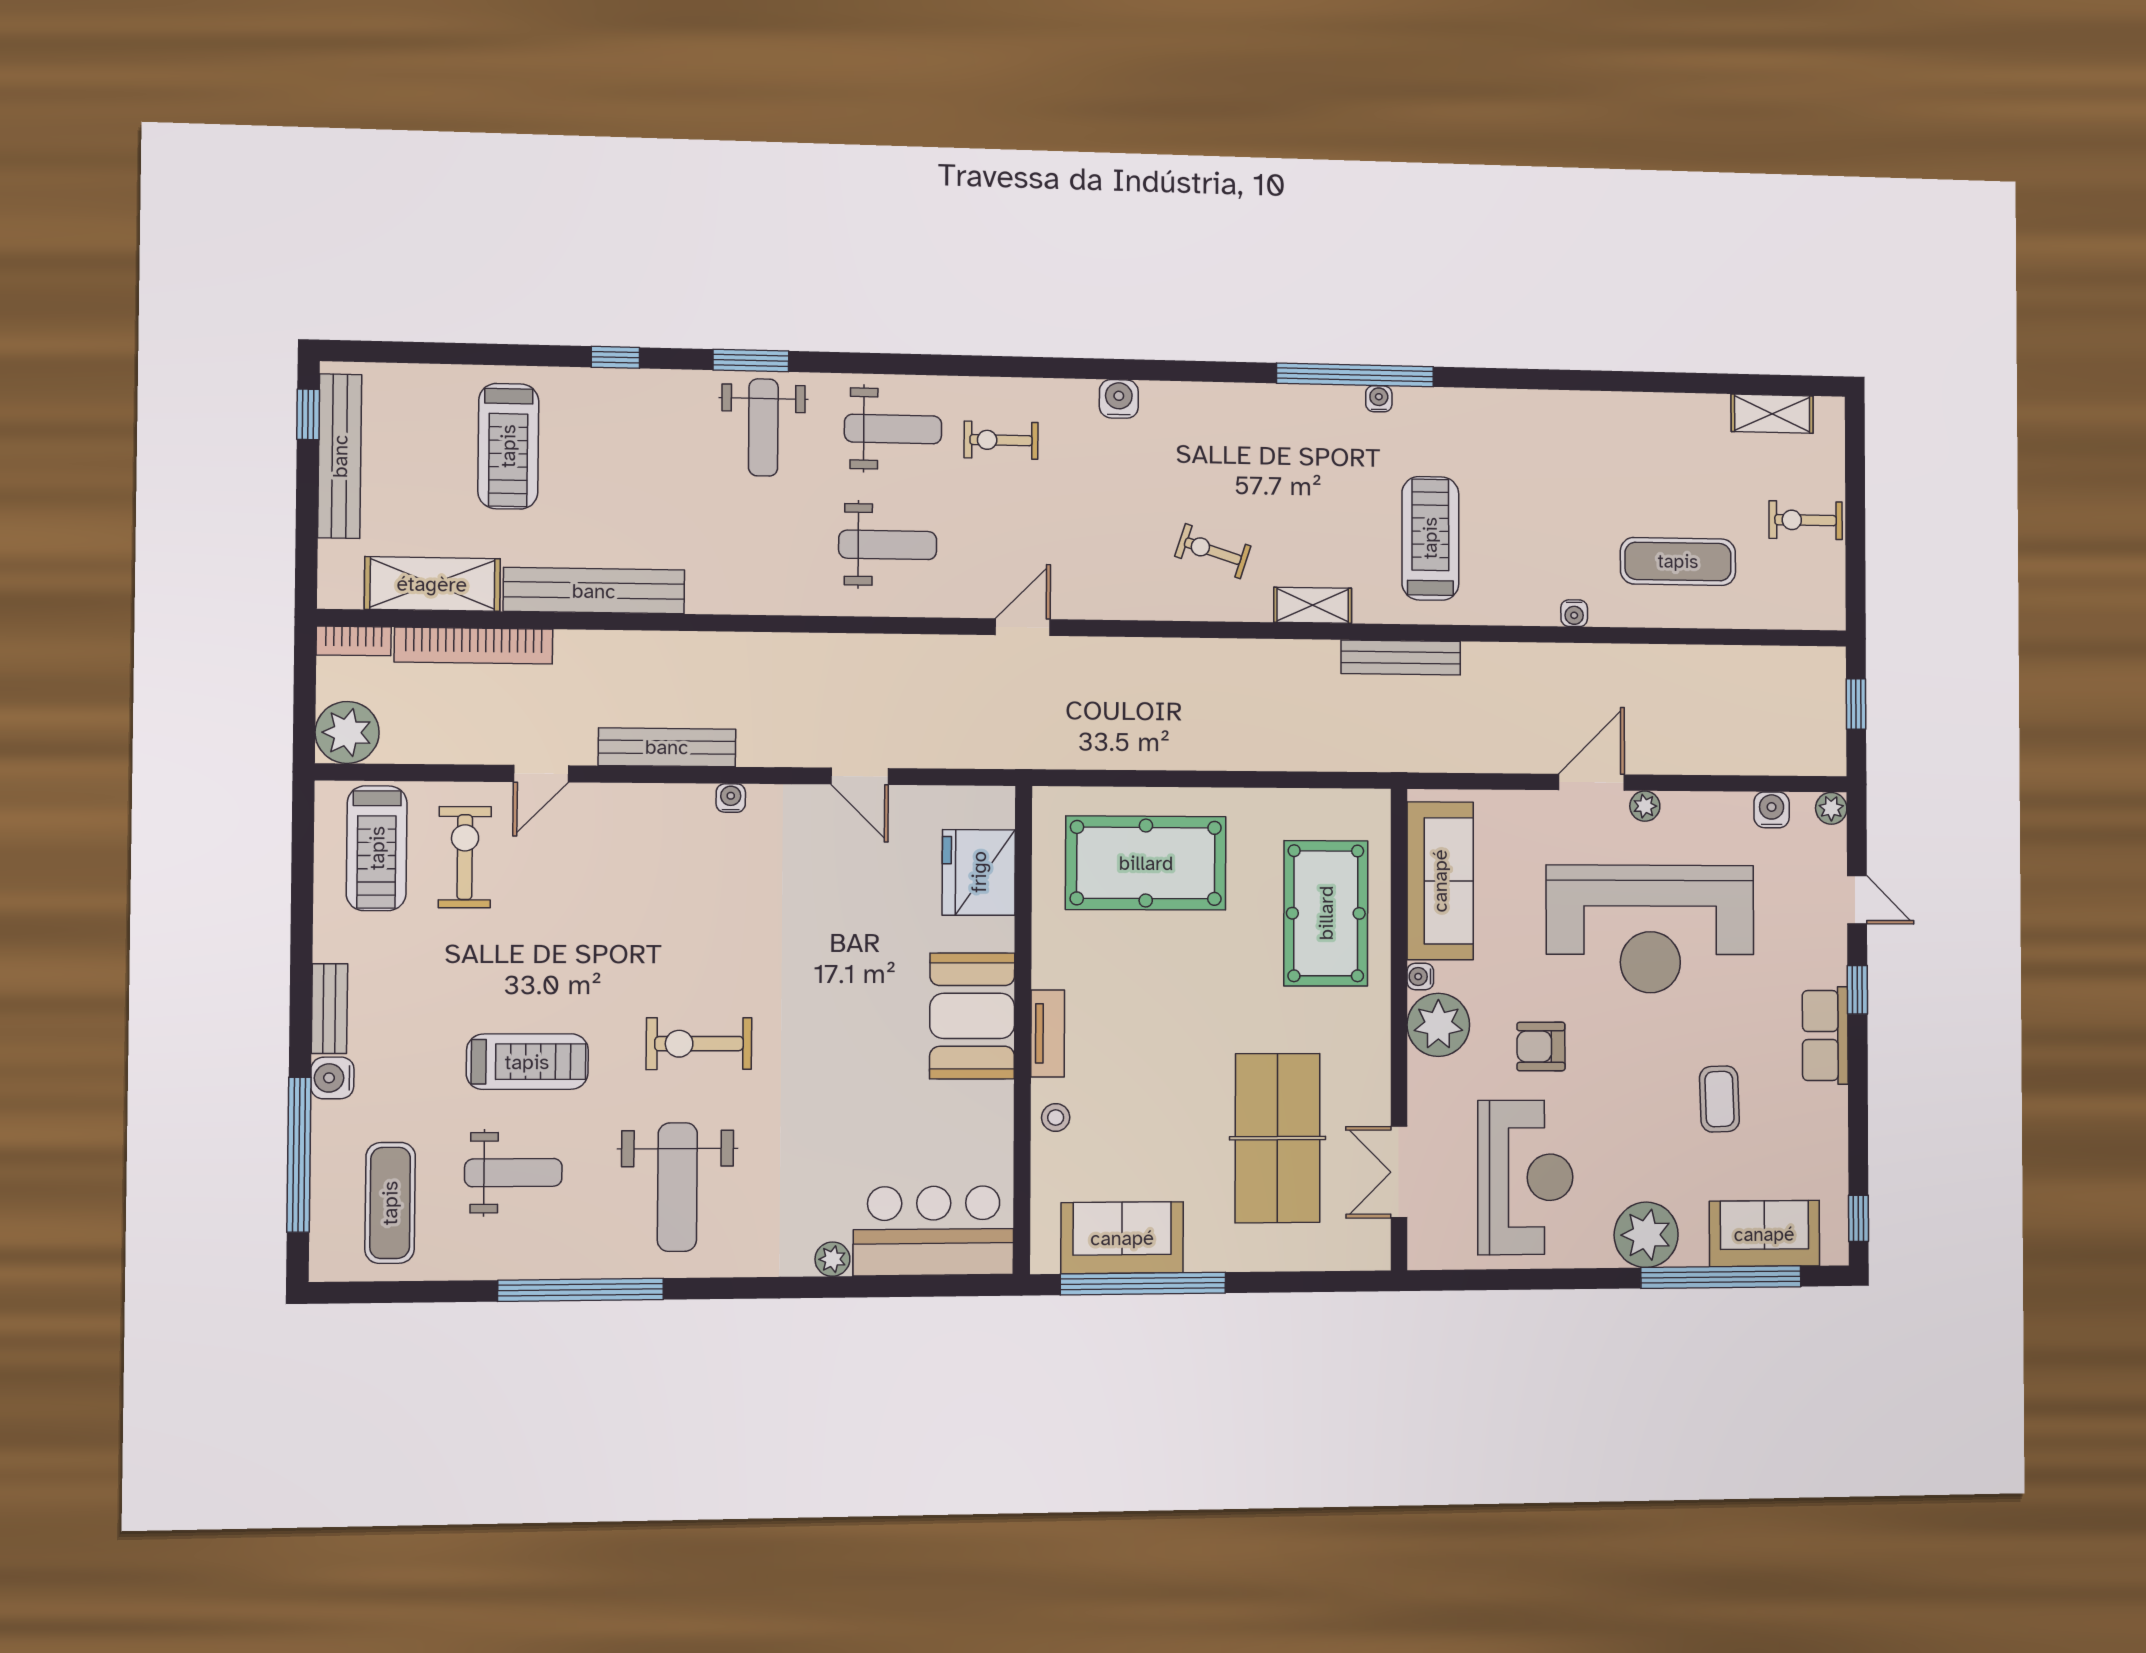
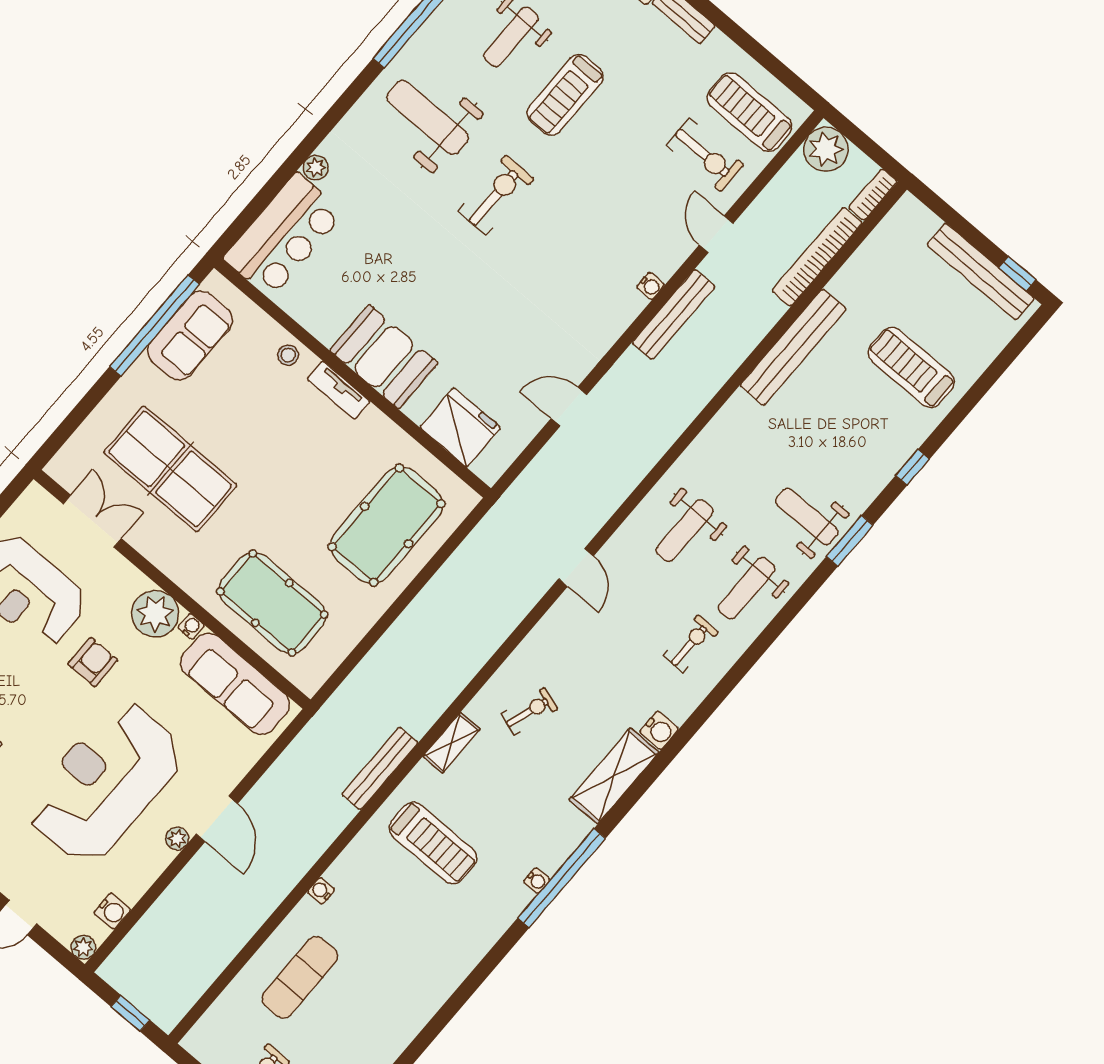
shelving: (432, 584) -> (614, 776), moved
water cooler: (731, 798) -> (650, 286), moved

